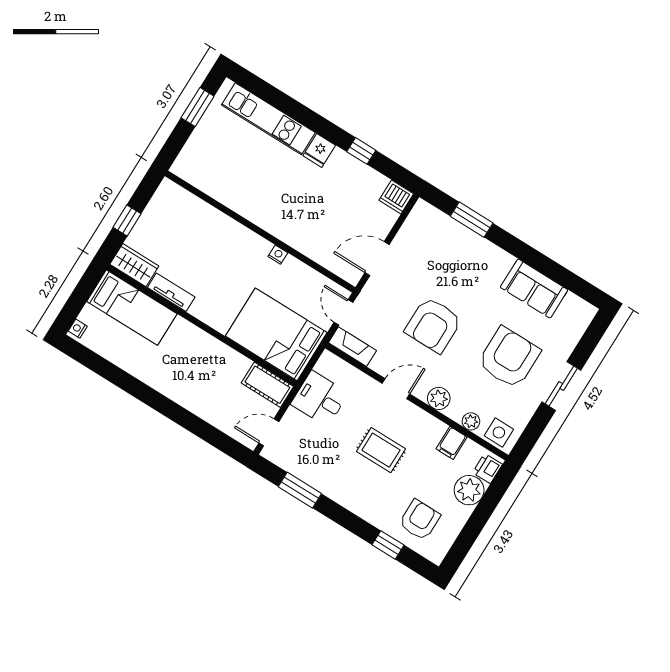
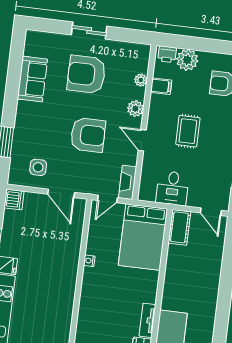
side table: (499, 432) -> (38, 167), moved

